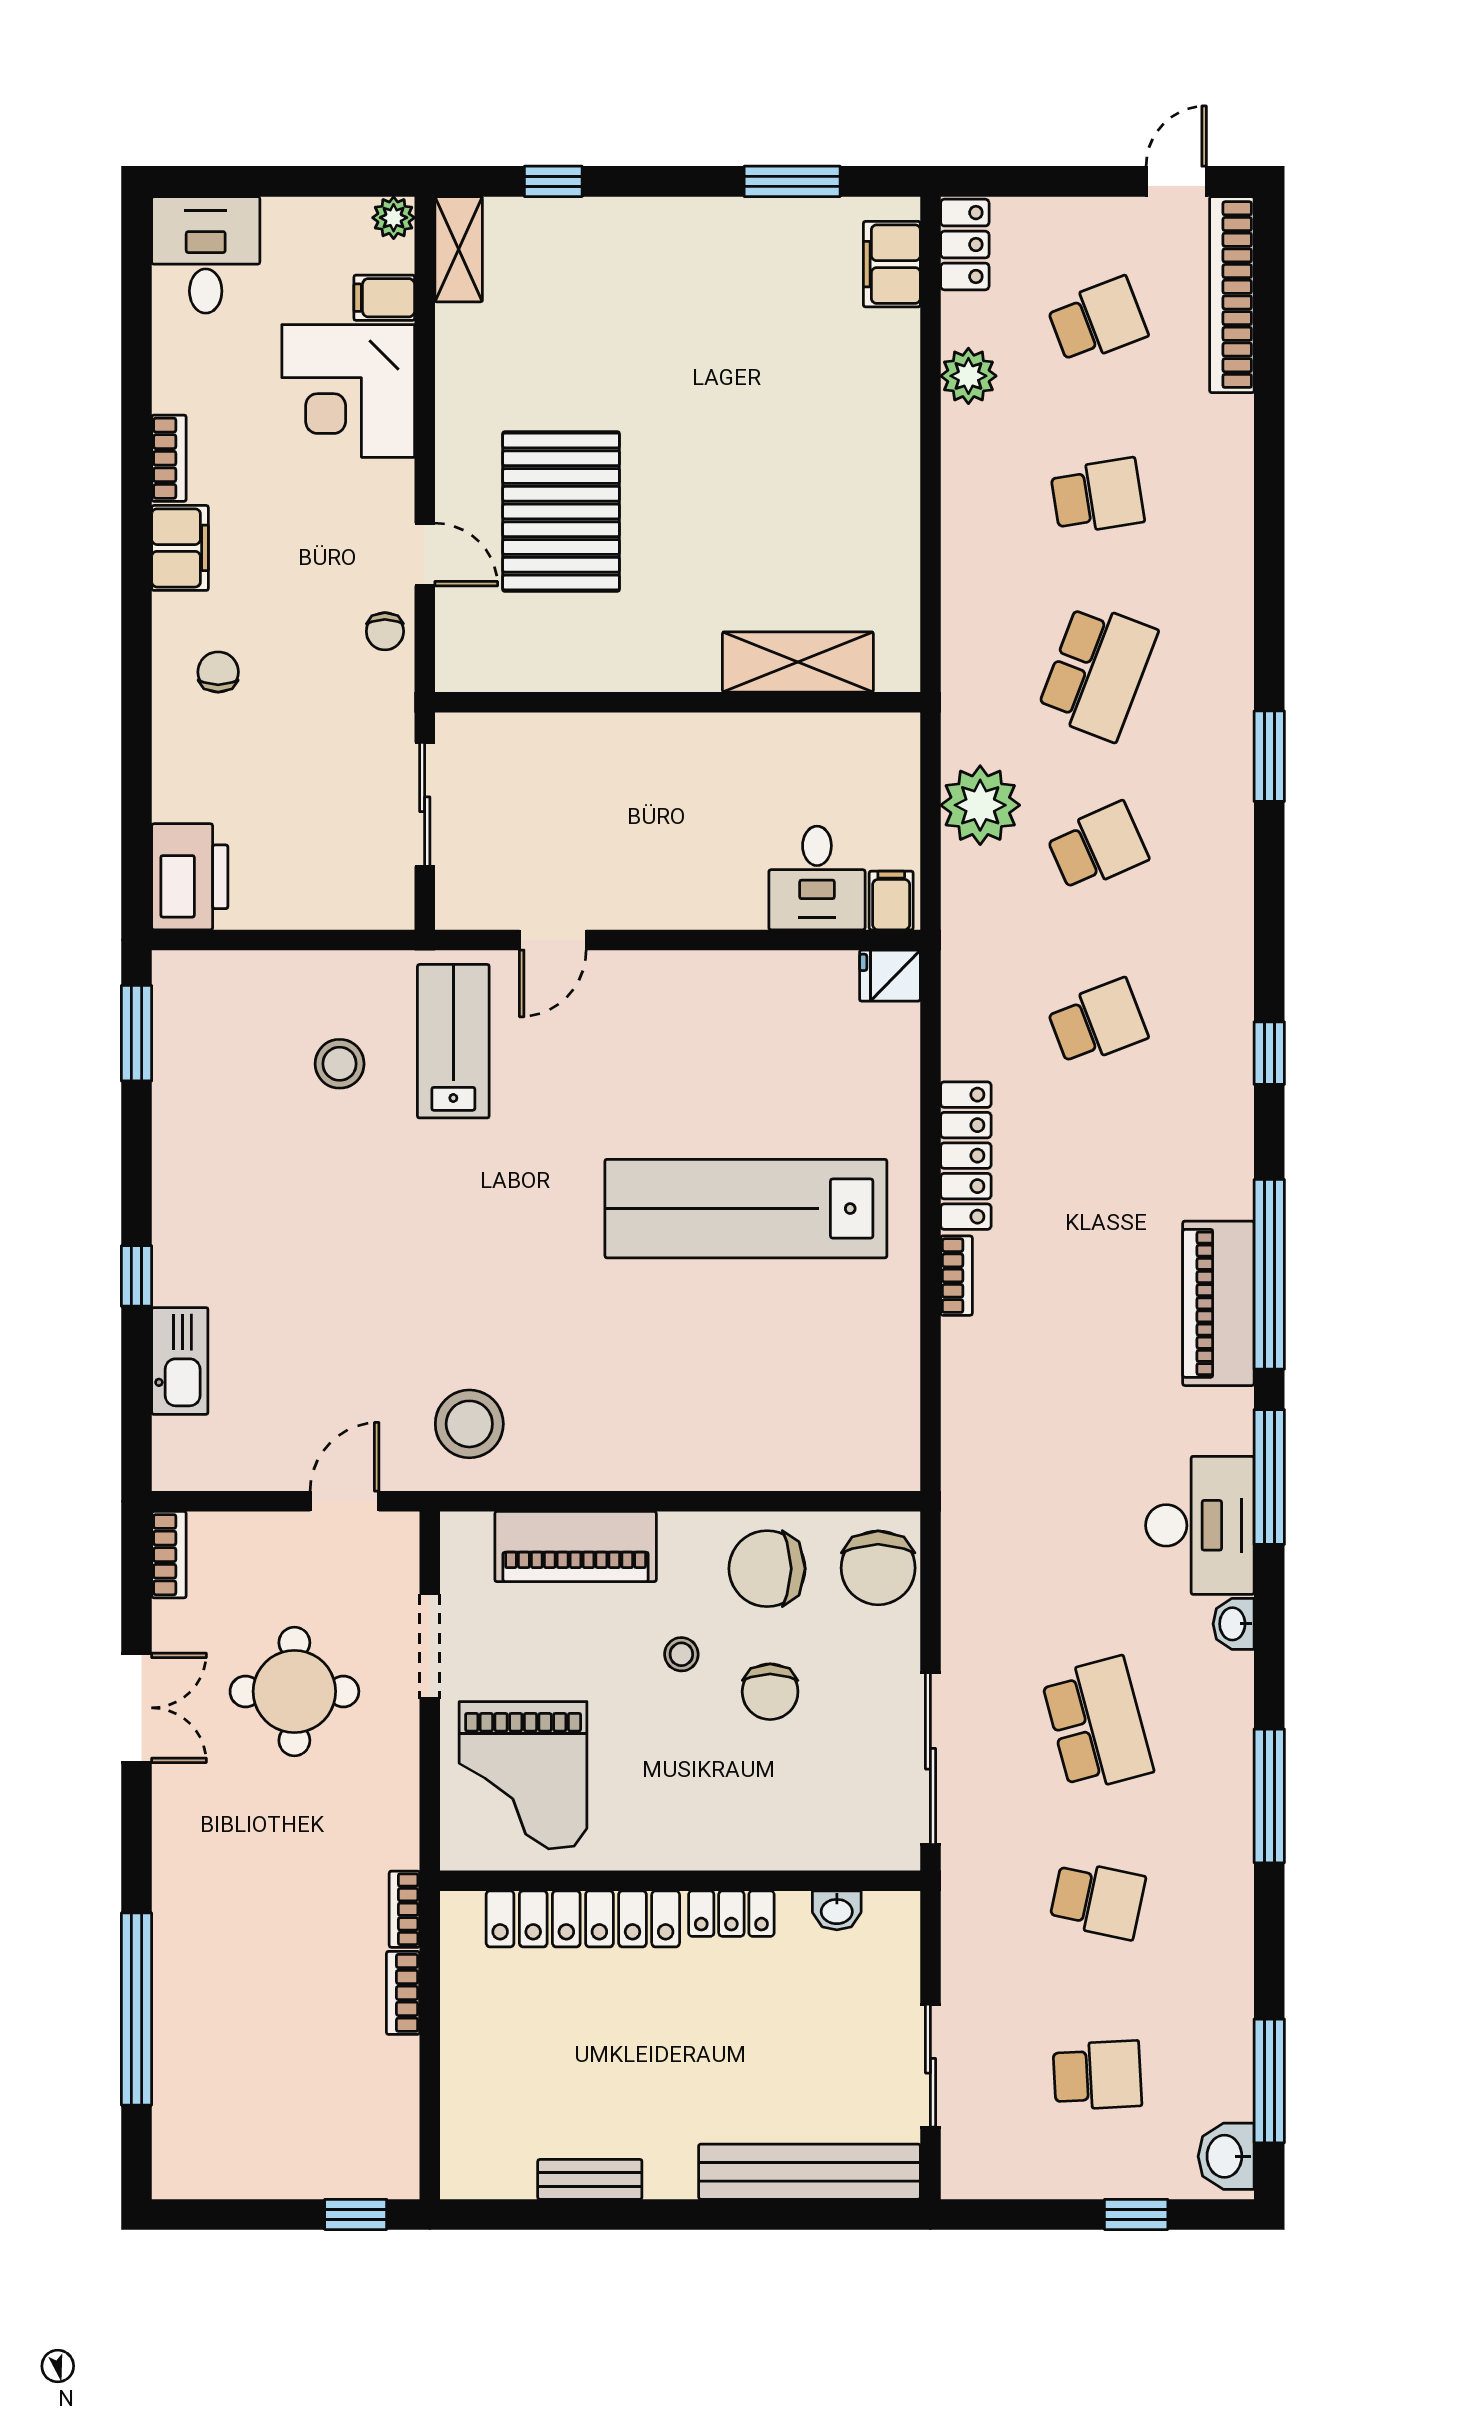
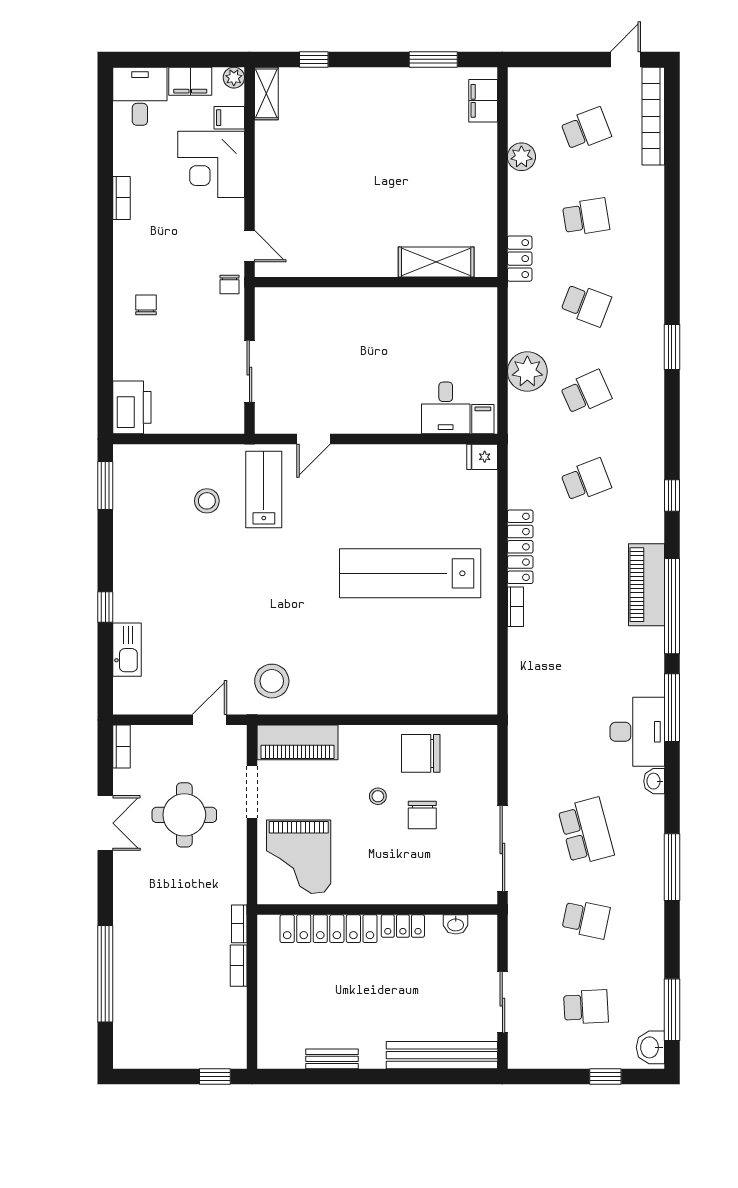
locker: (965, 245) -> (520, 259), moved
pallet: (561, 512) -> (318, 225), removed
filing cabinet: (180, 548) -> (190, 81), moved, turned 90
shelving: (798, 662) -> (436, 262), moved
school desk: (1097, 672) -> (586, 305), width x0.54
wall: (678, 702) -> (376, 282), moved
piano: (1218, 1303) -> (647, 585), moved
piano: (576, 1547) -> (297, 742), moved
chair: (878, 1568) -> (476, 753), removed

